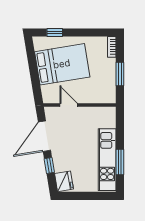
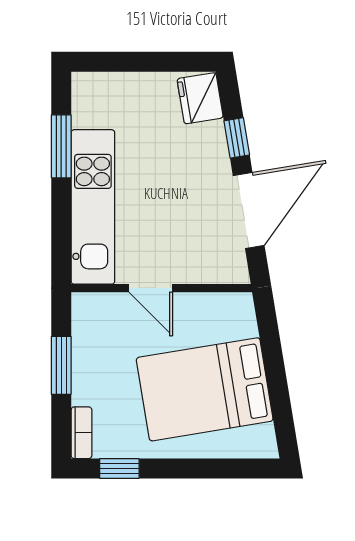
window: (55, 33) -> (119, 468), moved
door: (69, 105) -> (151, 288), moved
kitchen unit: (107, 160) -> (93, 207), moved

